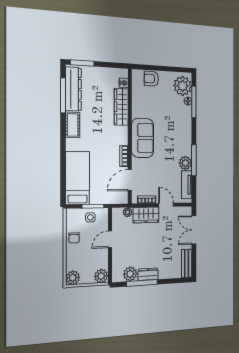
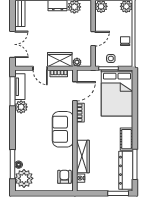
armchair: (151, 79) -> (64, 177), moved, turned -90
window: (194, 160) -> (13, 91), moved
bed: (77, 178) -> (117, 93), width x1.50

